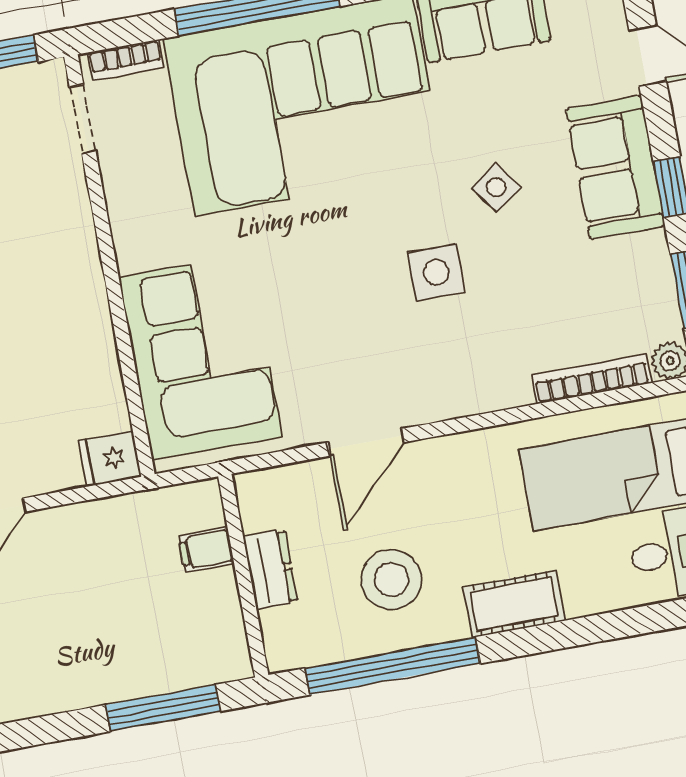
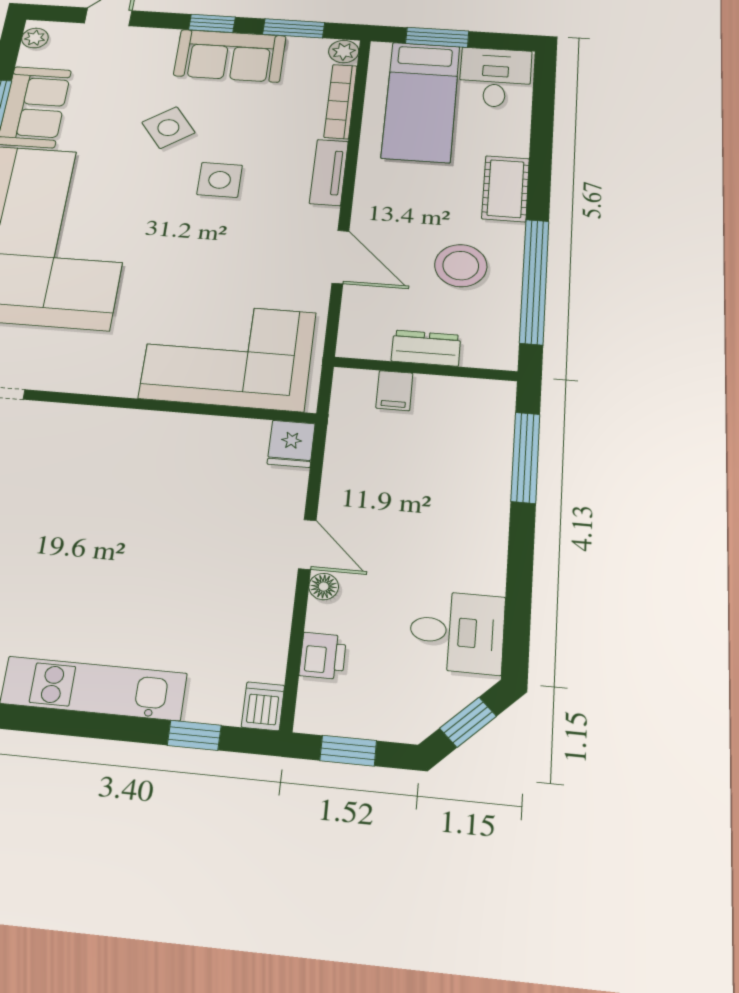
sofa: (615, 167) -> (230, 56), moved
side table: (496, 187) -> (168, 128), width x1.37, depth x1.37
tv unit: (482, 395) -> (329, 172), added

